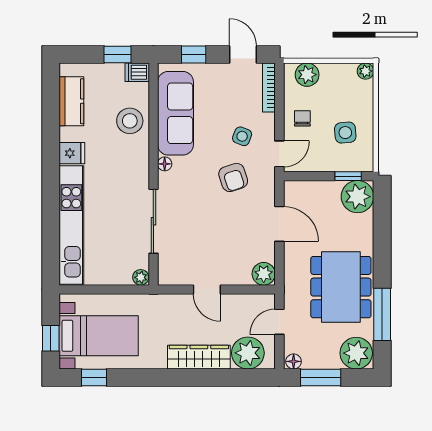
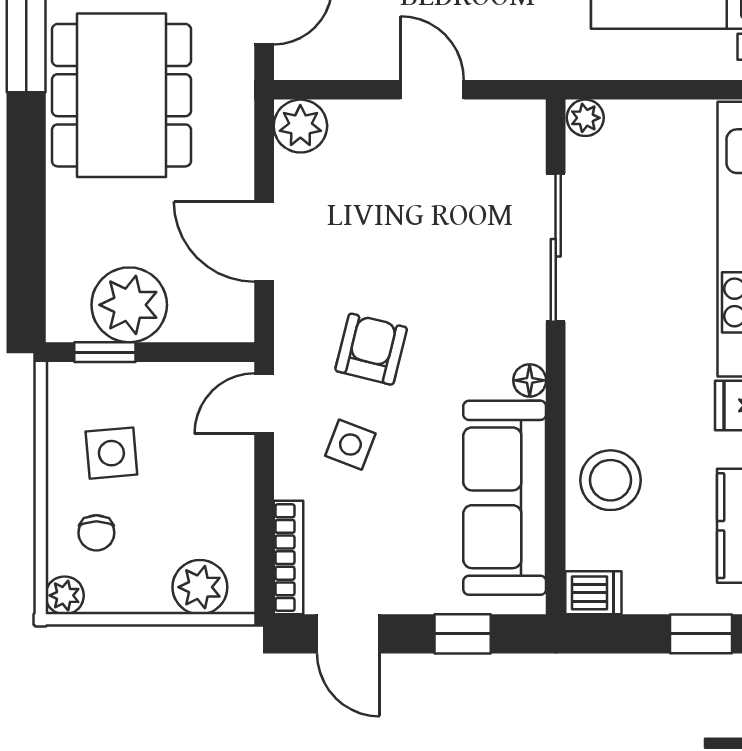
window: (117, 54) -> (701, 634), moved
chair: (302, 118) -> (96, 533), moved
armchair: (233, 177) -> (371, 349), turned 32
plant: (358, 197) -> (129, 305), moved

